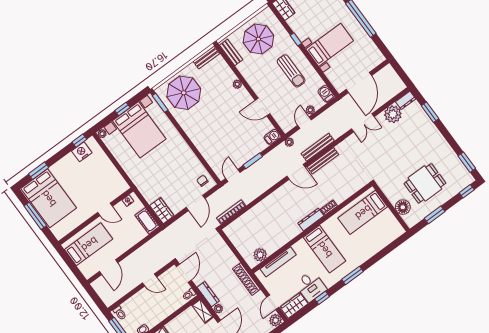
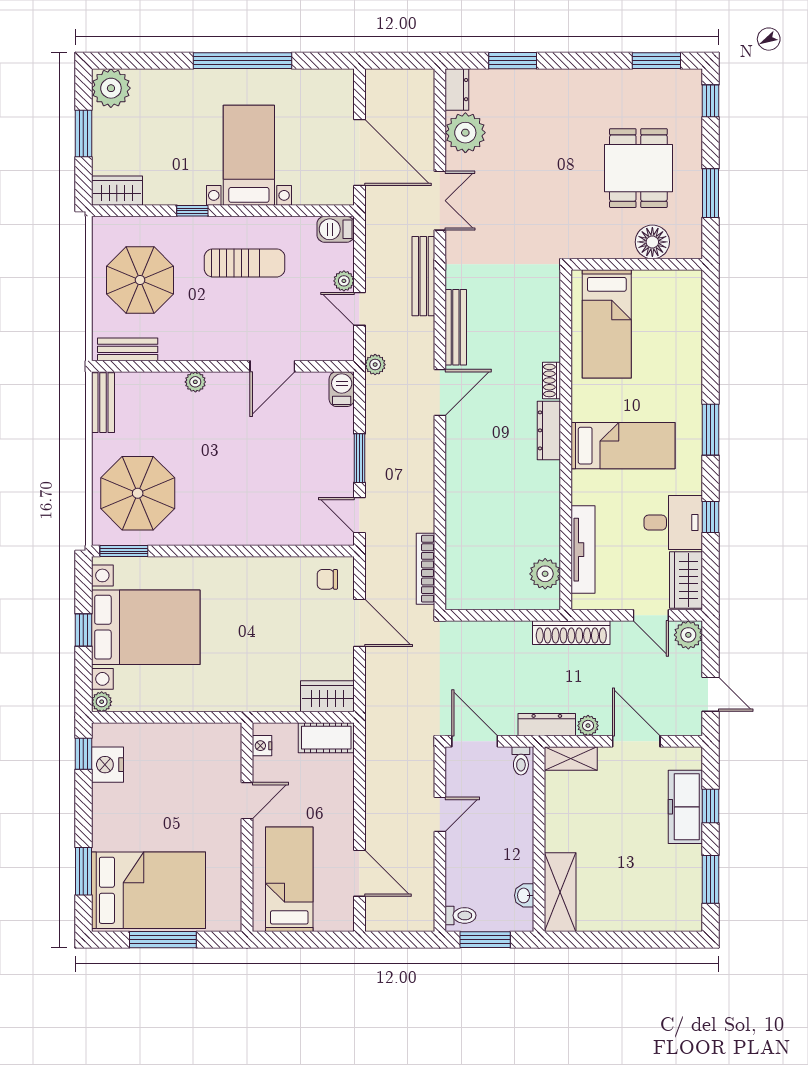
bench: (318, 147) -> (423, 276), moved

